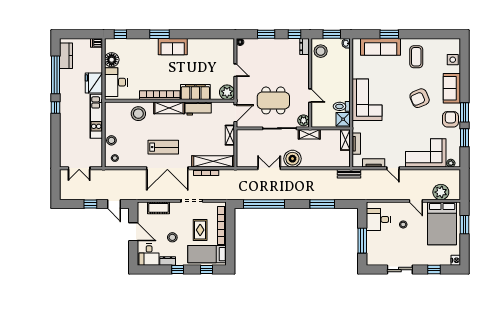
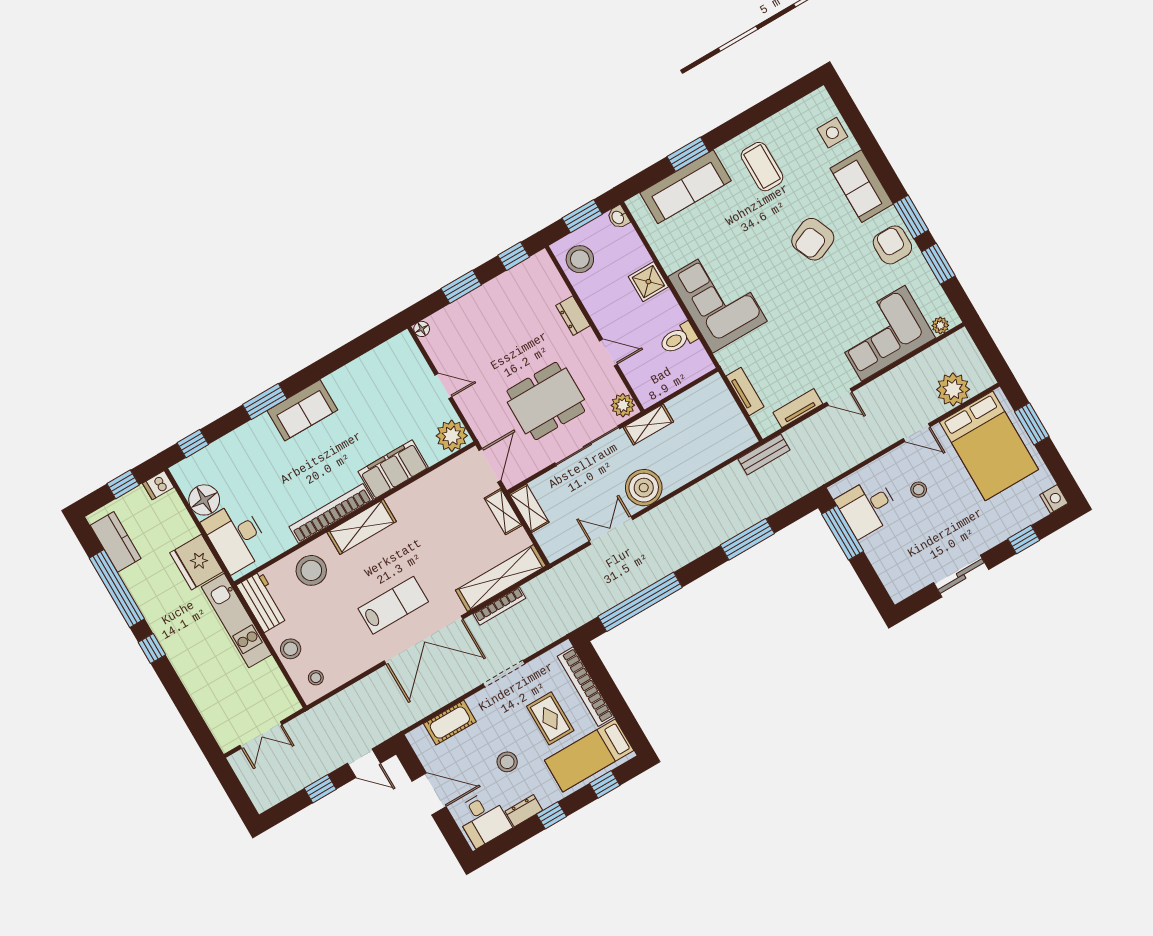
window: (83, 34) -> (123, 484), added
dresser: (304, 47) -> (573, 316), moved
workbench: (198, 108) -> (263, 602), moved, turned -90
shower: (343, 119) -> (648, 282), moved
shelving: (345, 140) -> (529, 508), moved
window: (362, 241) -> (843, 533), moved

